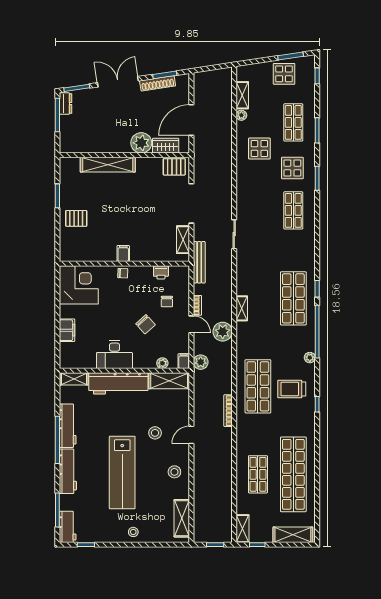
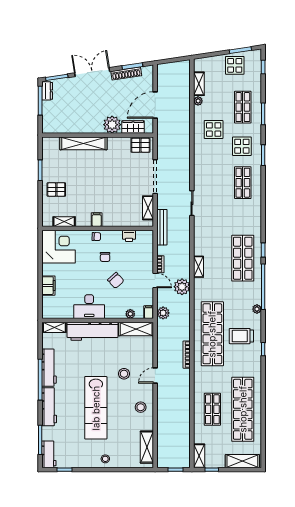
shelving: (85, 256) -> (64, 222), added
chair: (167, 302) -> (105, 257), moved
shop shelf: (258, 386) -> (212, 334), width x1.40

